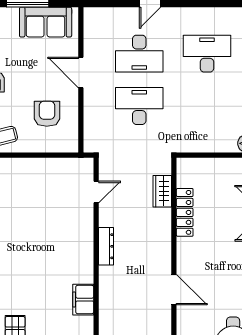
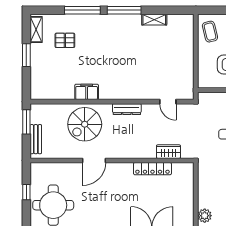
spiral stairs: (126, 302) -> (85, 124), added

